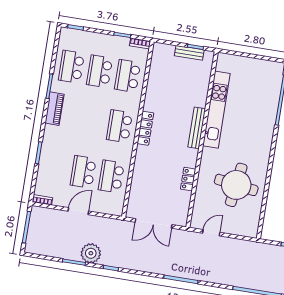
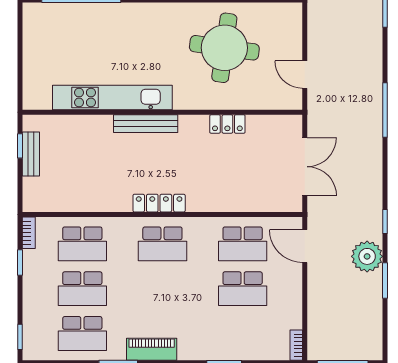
door: (78, 211) -> (305, 246), moved

